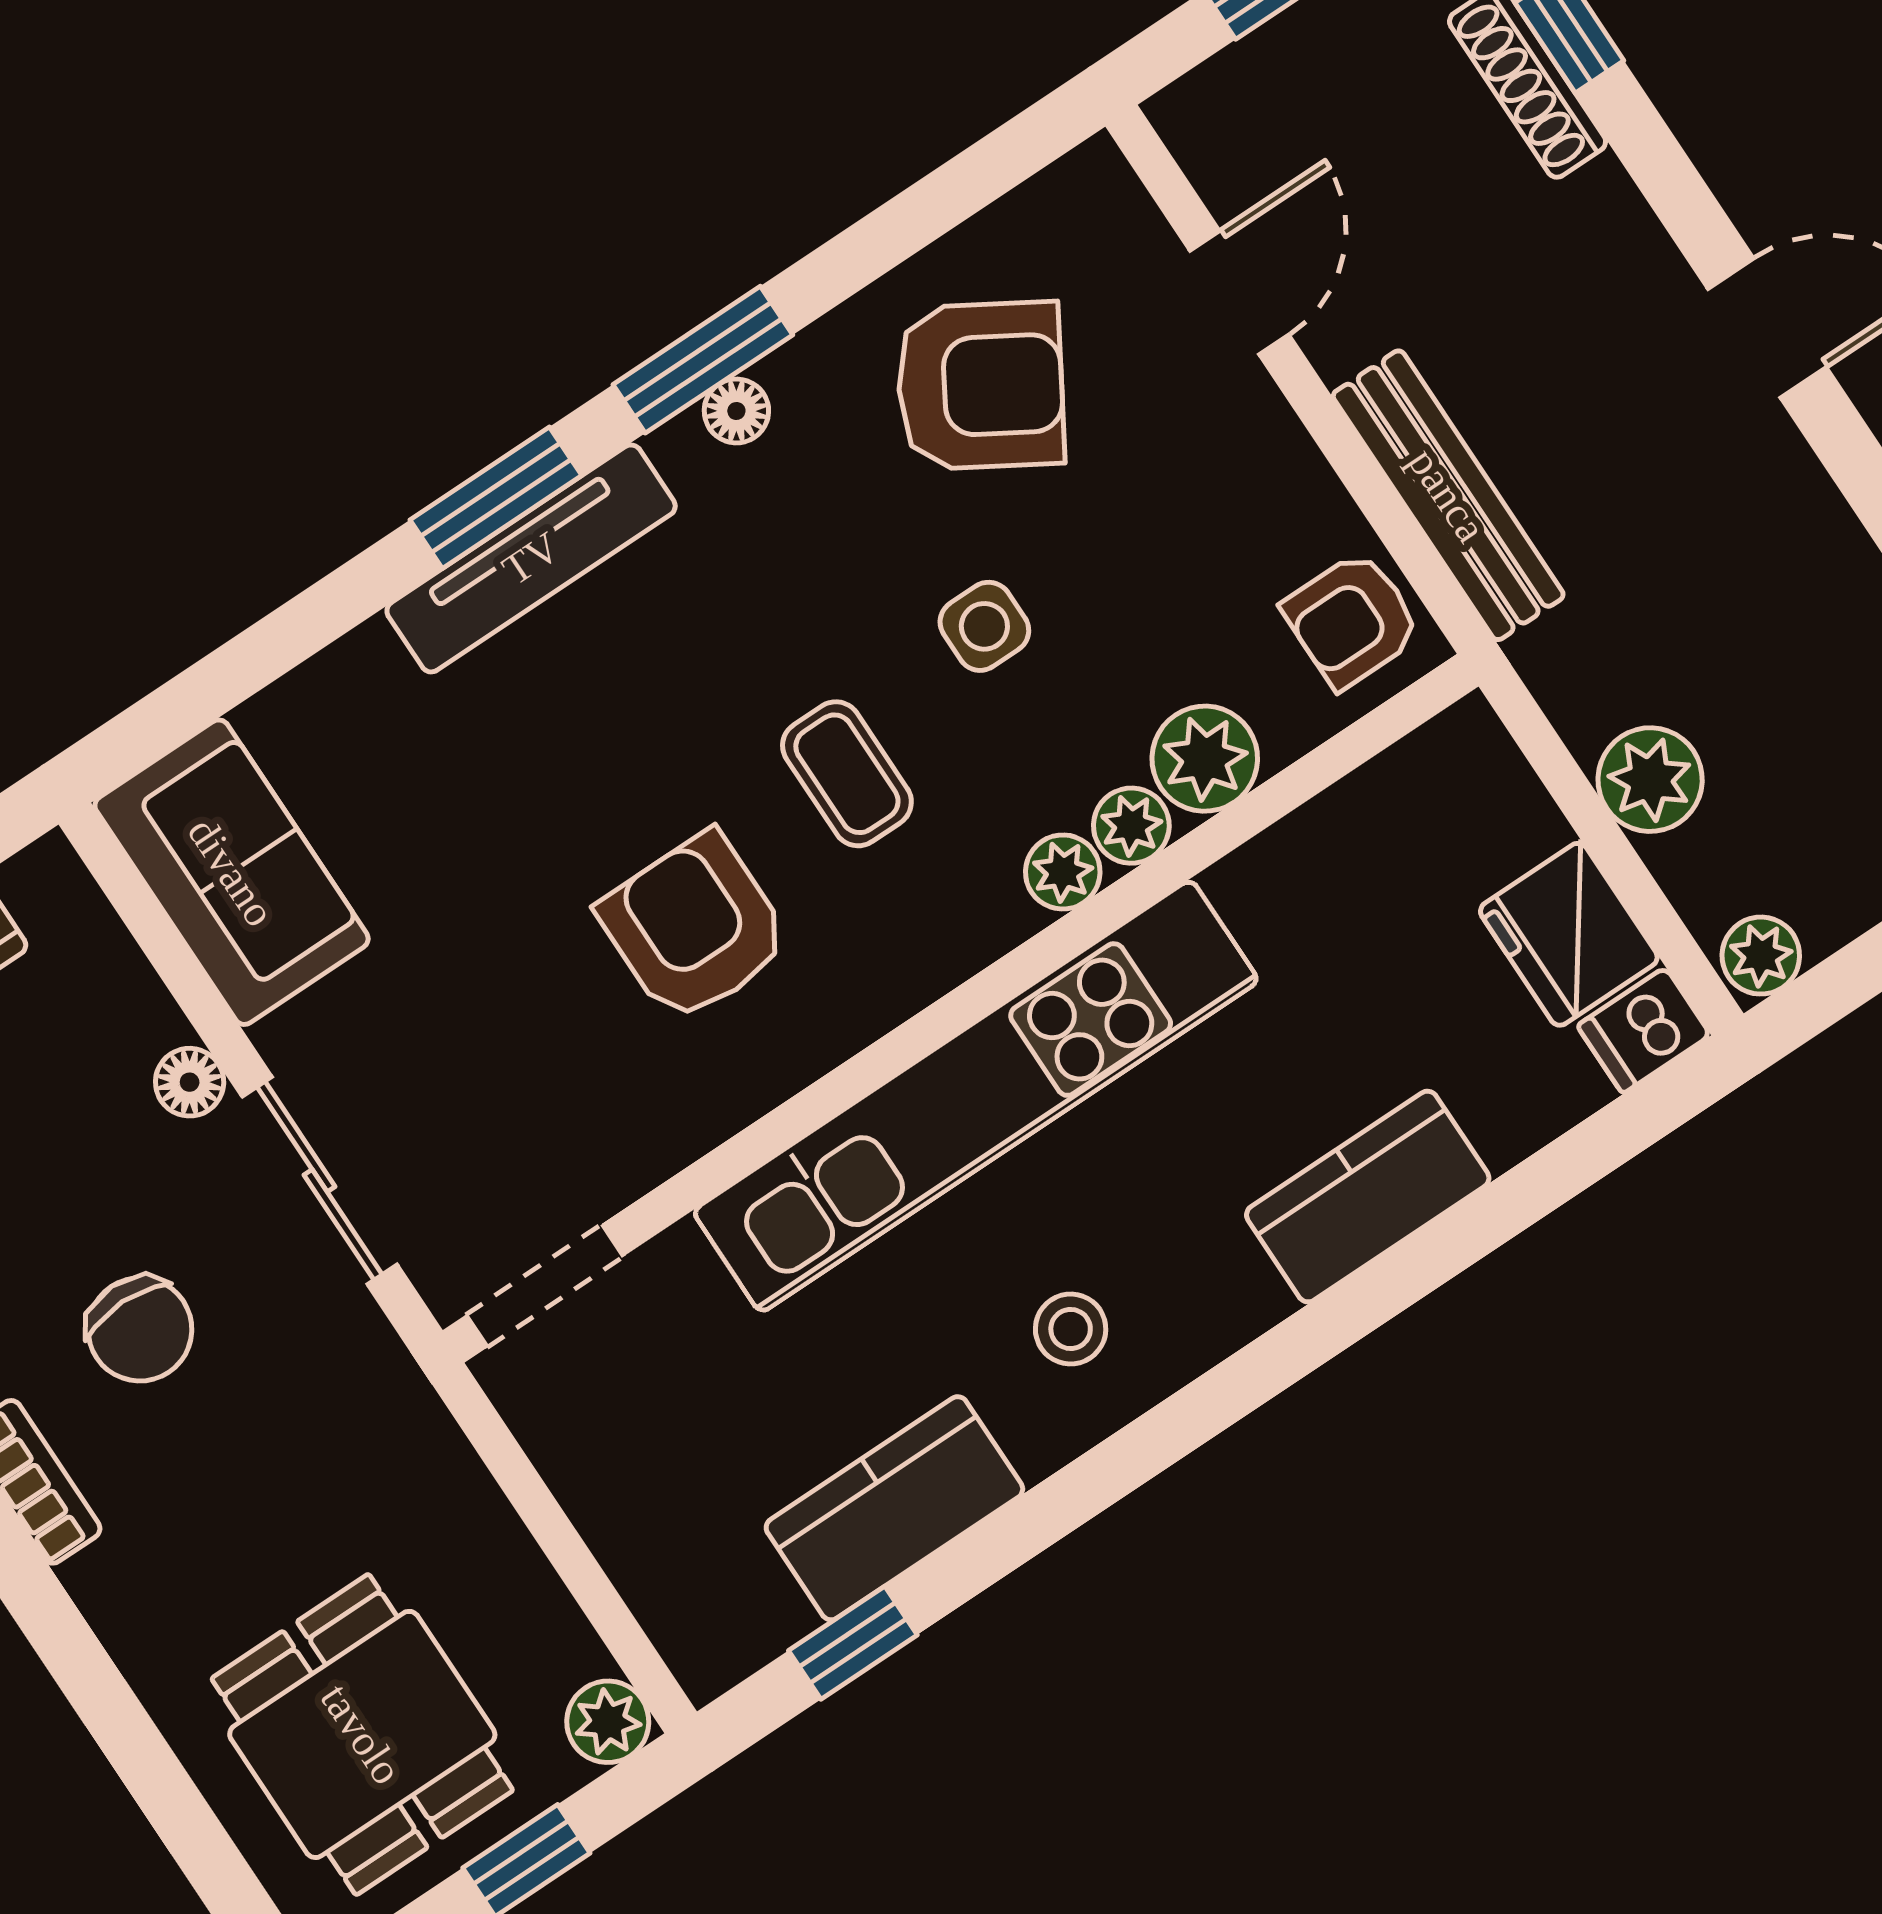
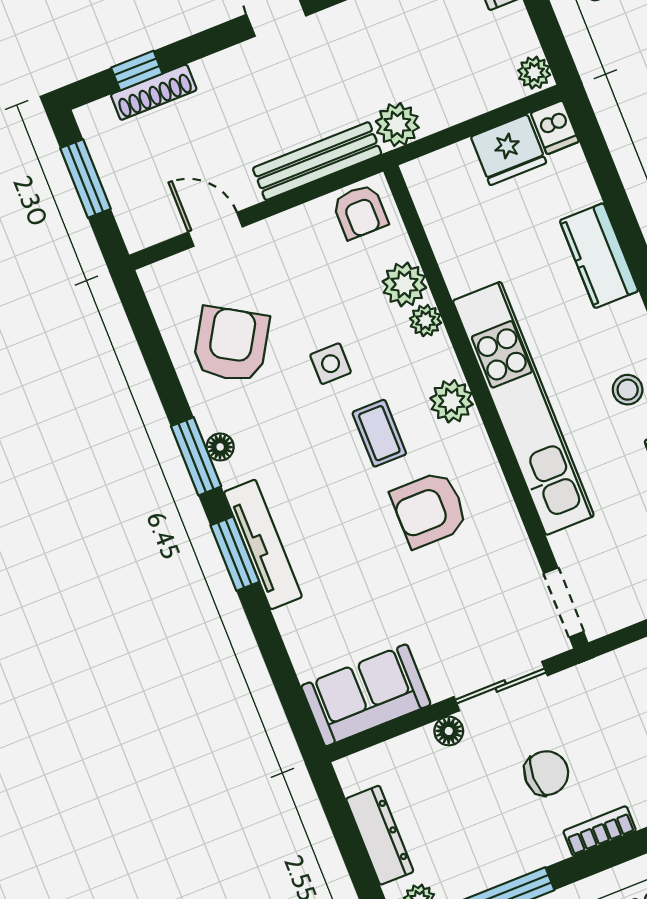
coffee table: (847, 774) -> (379, 433), turned 90
plant: (1650, 780) -> (397, 125), moved
plant: (1063, 872) -> (452, 401), moved, width x1.38, depth x1.38

